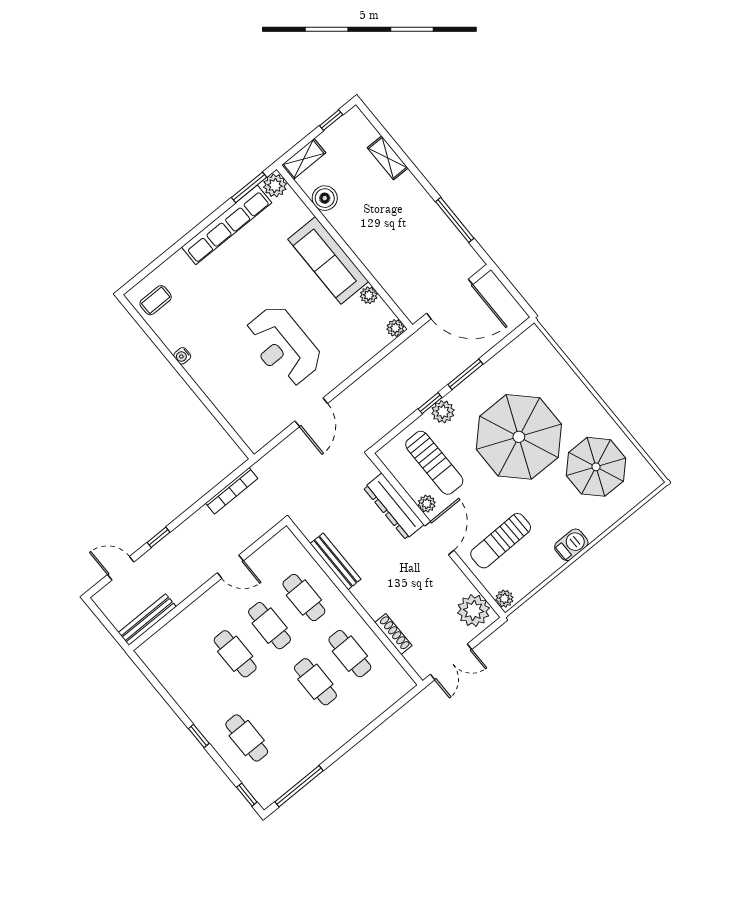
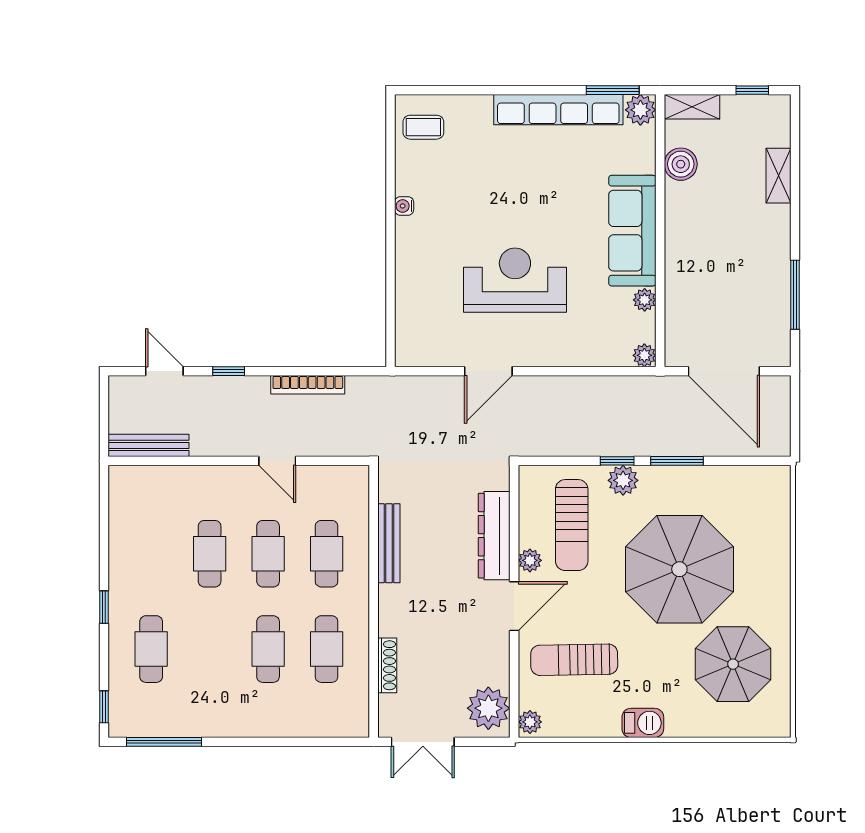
reception desk: (283, 346) -> (515, 280), turned 90
bookcase: (232, 491) -> (308, 385), moved

